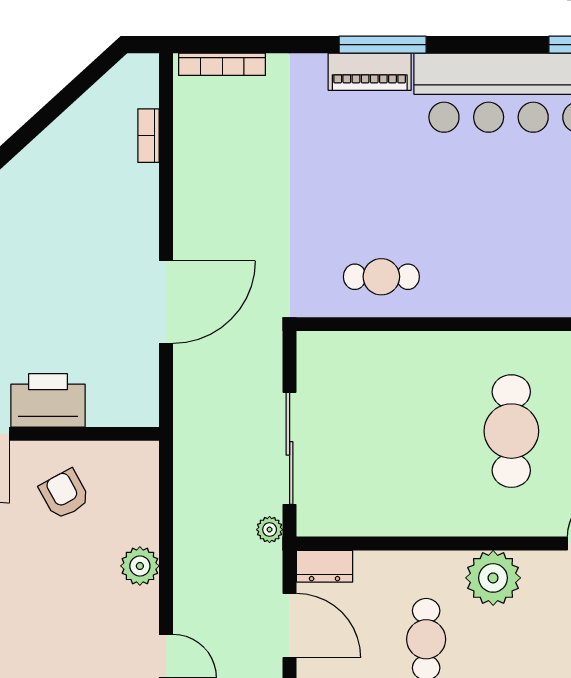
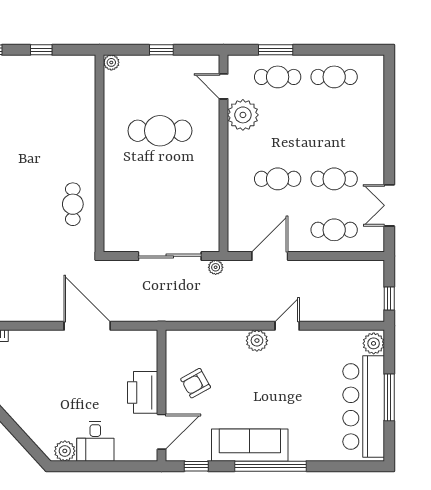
plant: (140, 566) -> (257, 341), moved
dresser: (325, 566) -> (236, 236), removed
plant: (493, 578) -> (243, 115), moved

